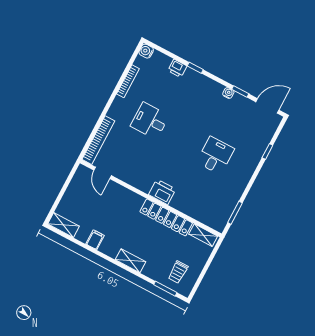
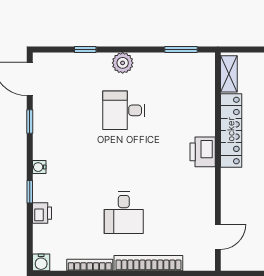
water cooler: (228, 93) -> (39, 167), moved
bookcase: (98, 140) -> (148, 263), moved
plant: (246, 171) -> (123, 63), added

